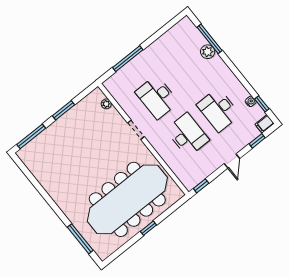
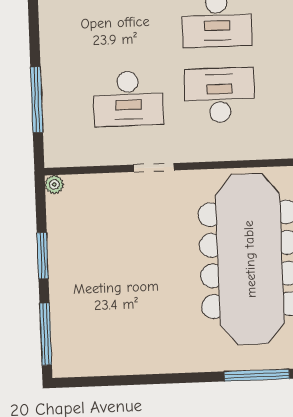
plant: (106, 104) -> (54, 184), moved

